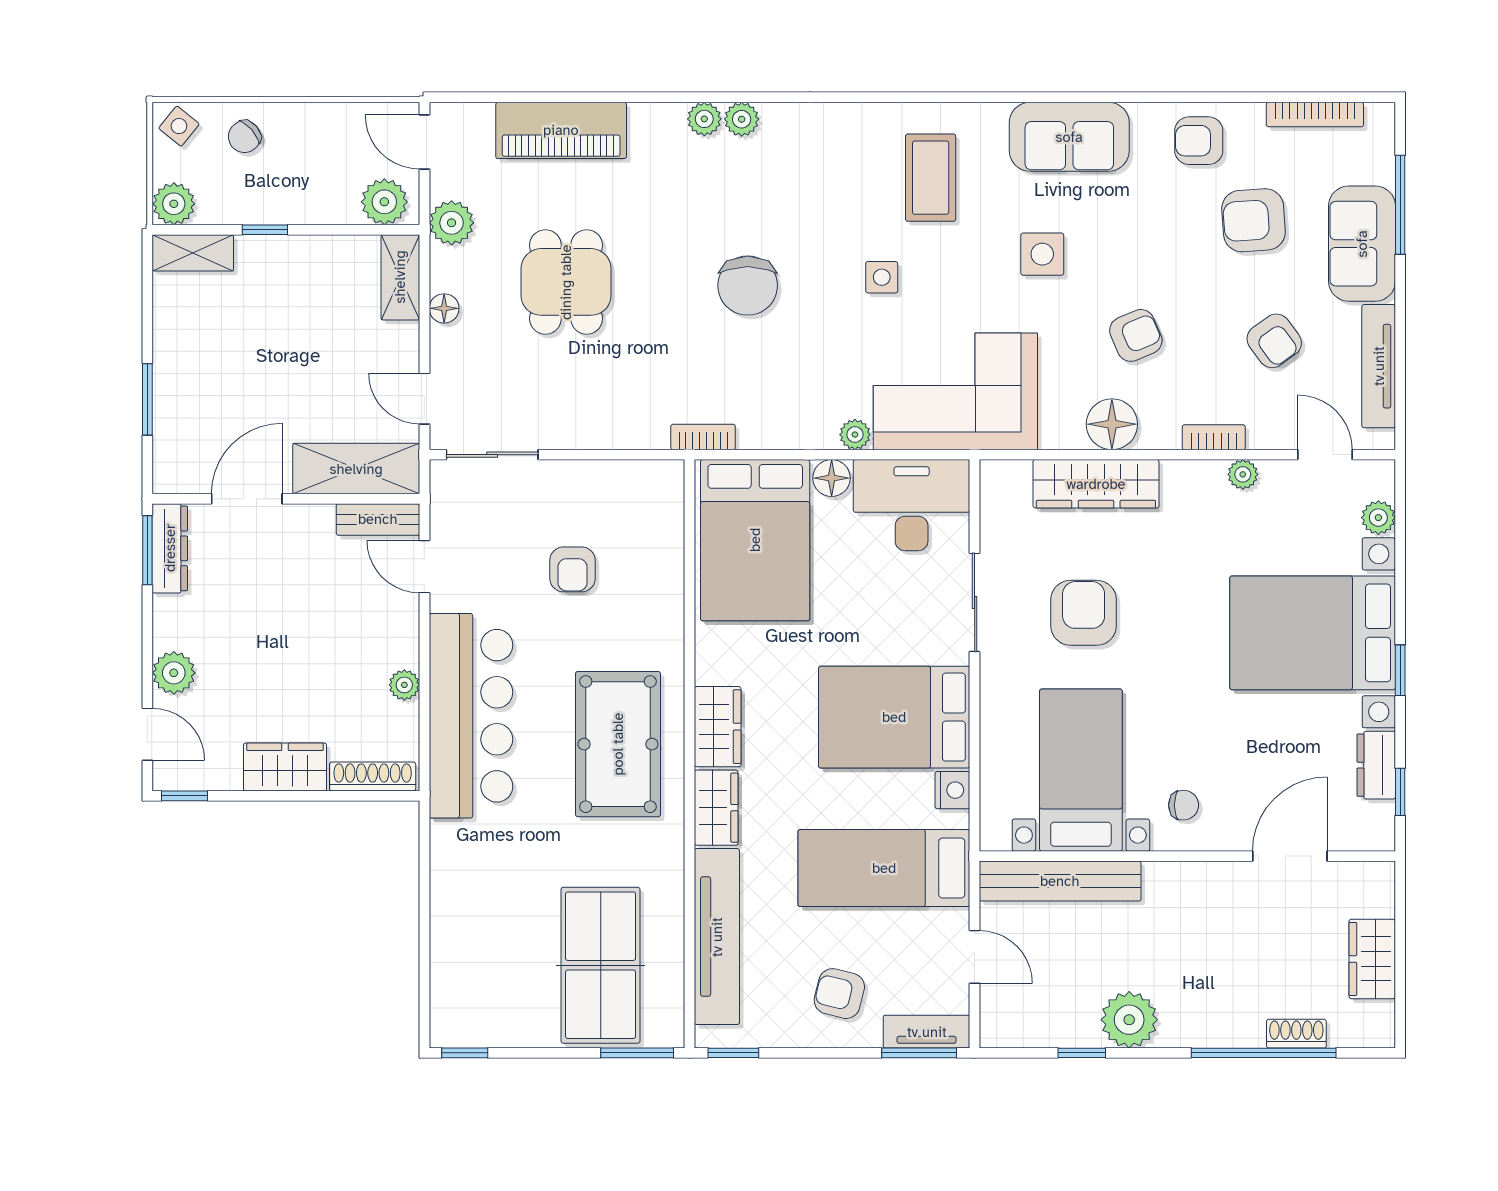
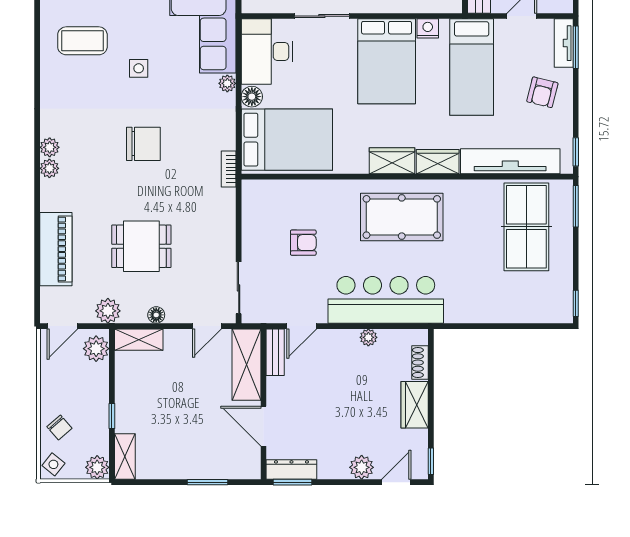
shoe rack: (373, 776) -> (420, 363), width x0.70
table tennis table: (601, 965) -> (526, 227), turned 90

